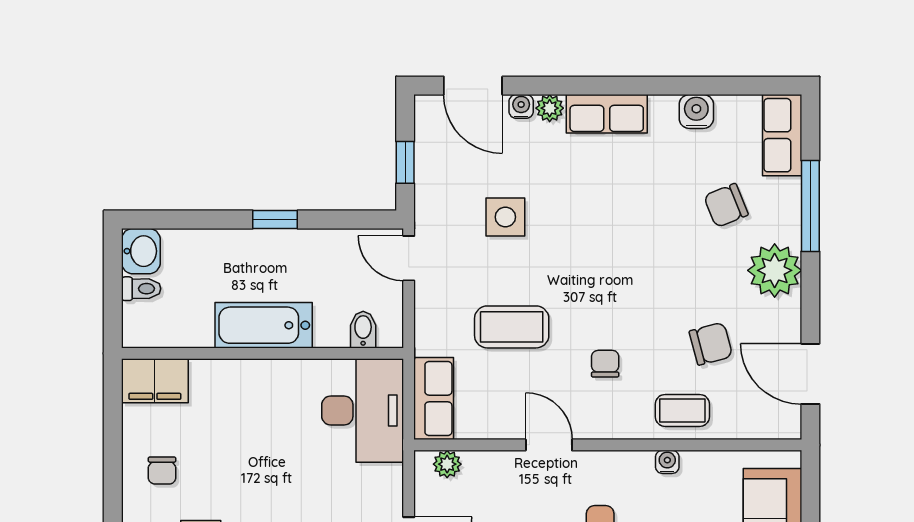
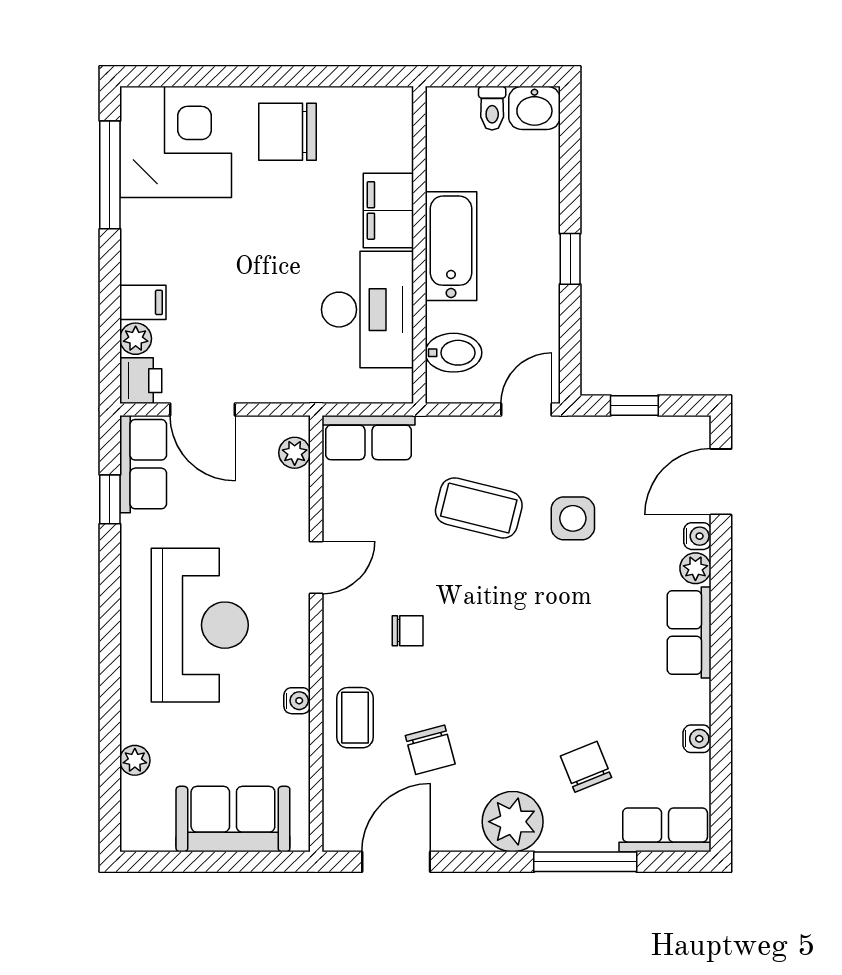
water cooler: (696, 111) -> (697, 739), width x0.72, depth x0.72
coffee table: (512, 327) -> (479, 508), moved, turned -76
bidet: (363, 330) -> (453, 353), width x1.38, depth x1.36
filing cabinet: (155, 381) -> (388, 210), moved
desk: (363, 411) -> (367, 310), moved, turned -90
chair: (162, 470) -> (287, 132), width x1.87, depth x1.87

